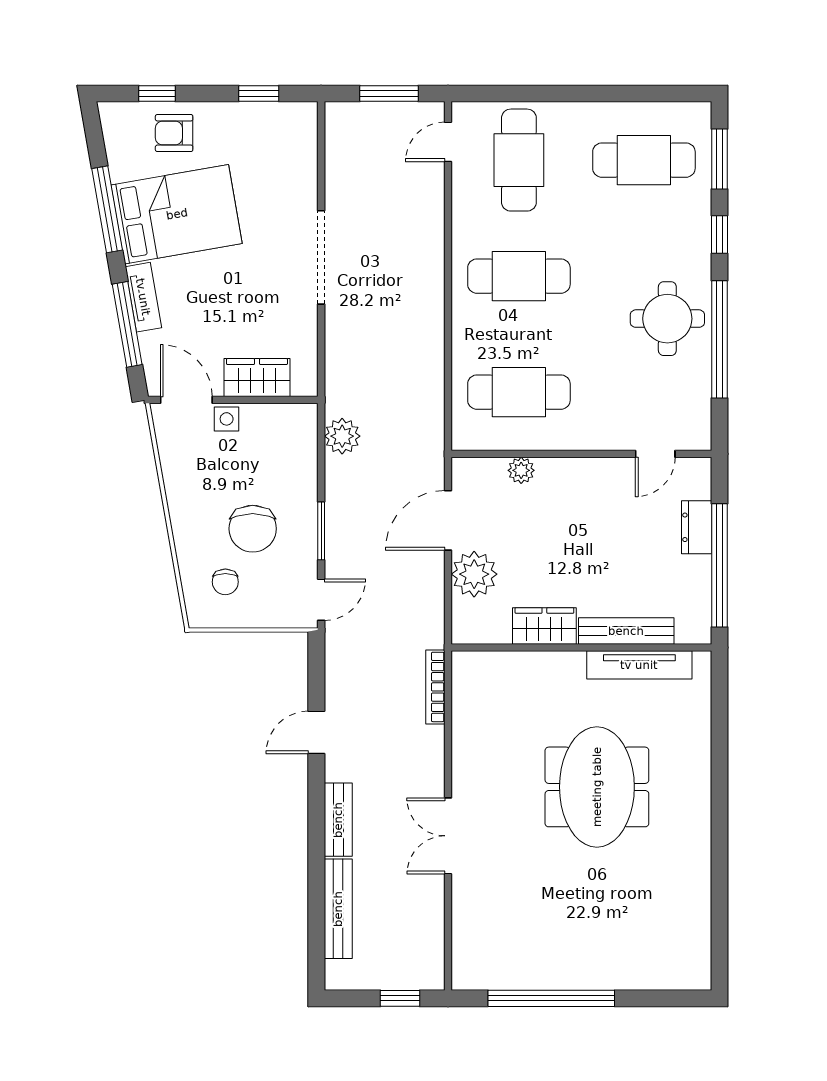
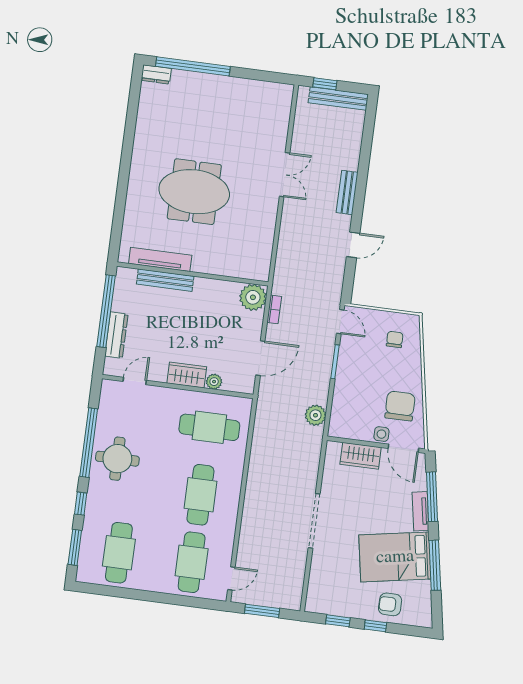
window: (157, 94) -> (375, 626), moved
armchair: (174, 133) -> (390, 604), turned 180
cafe table: (644, 160) -> (119, 553), turned 90
cafe table: (519, 276) -> (200, 495), turned 90
dresser: (697, 527) -> (116, 335), width x1.44
chair: (253, 529) -> (400, 406), moved
plant: (474, 574) -> (253, 297), moved
door: (321, 600) -> (340, 322), swing flipped
wardrobe: (544, 626) -> (187, 375), moved, turned 180
bookcase: (435, 687) -> (274, 309), moved, width x0.64
meeting table: (597, 787) -> (194, 192), turned 90
bench: (338, 909) -> (338, 99), moved, turned 90
dresser: (687, 977) -> (156, 74), added
window: (551, 998) -> (193, 66), moved

